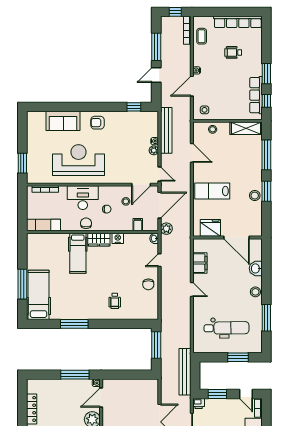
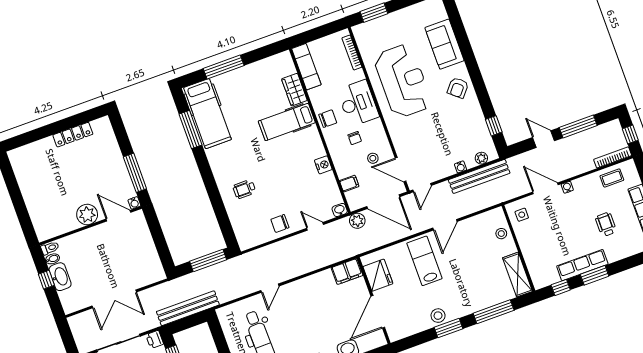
row of seats: (256, 95) -> (582, 265), moved
armchair: (98, 123) -> (458, 88), turned -140
plant: (154, 150) -> (481, 158), moved
door: (192, 153) -> (445, 225), moved
wardrobe: (99, 240) -> (294, 90), moved
filing cabinet: (200, 263) -> (347, 271), moved
door: (192, 290) -> (270, 288), moved
hospital bed: (39, 295) -> (207, 114), moved, turned 90
window: (74, 324) -> (191, 130), moved

